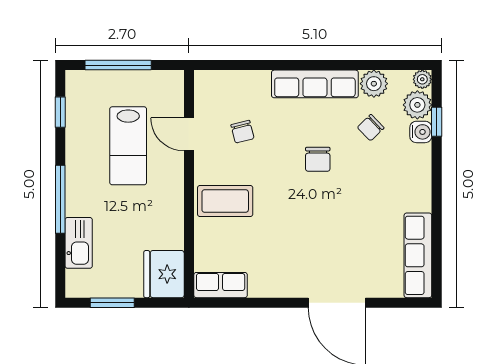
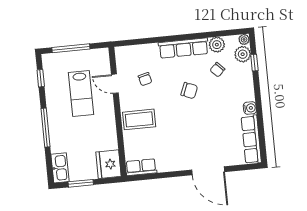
water cooler: (421, 132) -> (250, 108), moved
chair: (318, 159) -> (189, 91), turned -68
kitchen sink: (79, 243) -> (60, 168), moved

